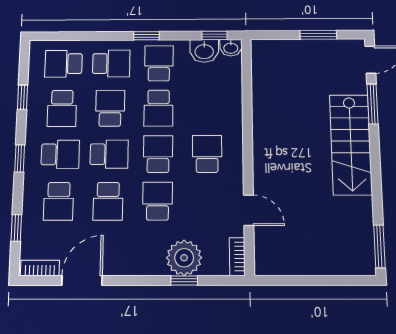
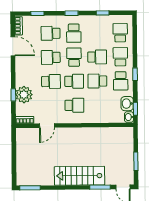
school desk: (111, 63) -> (120, 57), turned 180
school desk: (159, 63) -> (121, 81), turned 90
school desk: (62, 108) -> (97, 33), removed
school desk: (109, 154) -> (74, 57), turned 180

